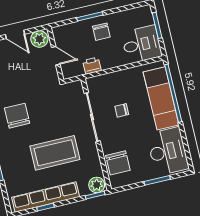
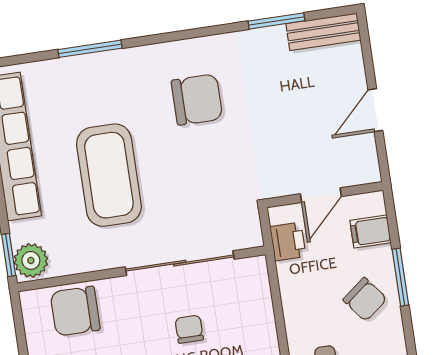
filing cabinet: (70, 32) -> (370, 232), added
chair: (101, 32) -> (365, 299), turned -128
plant: (39, 39) -> (361, 163), removed
printer: (92, 66) -> (288, 242), moved

